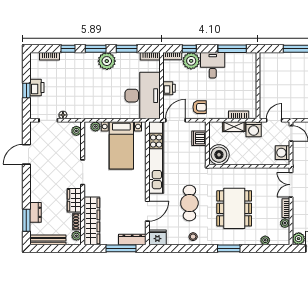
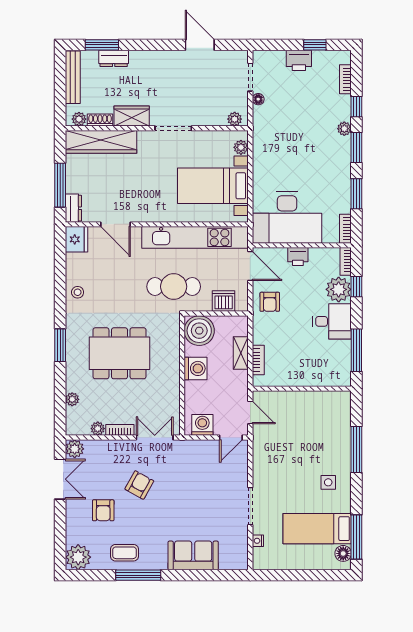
plant: (107, 61) -> (344, 129), moved, width x0.53, depth x0.53
window: (26, 90) -> (315, 45), moved
washing machine: (254, 129) -> (196, 368), moved, turned 180
cafe table: (189, 203) -> (174, 287), moved
dresser: (132, 239) -> (73, 208), width x0.70

